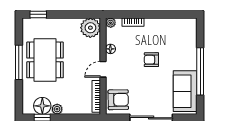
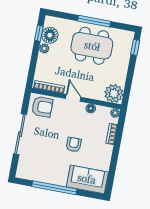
sofa: (185, 91) -> (87, 179), moved
armchair: (118, 100) -> (42, 107), turned -89

